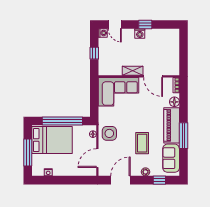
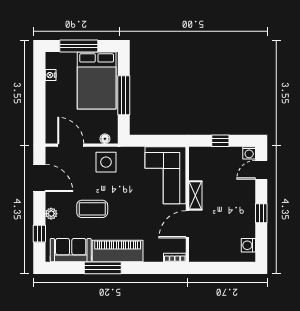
washing machine: (140, 33) -> (248, 245), moved
floor lamp: (174, 102) -> (151, 255), removed
window: (62, 121) -> (124, 95), width x0.68

